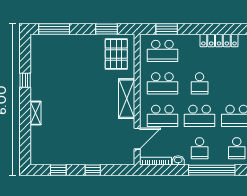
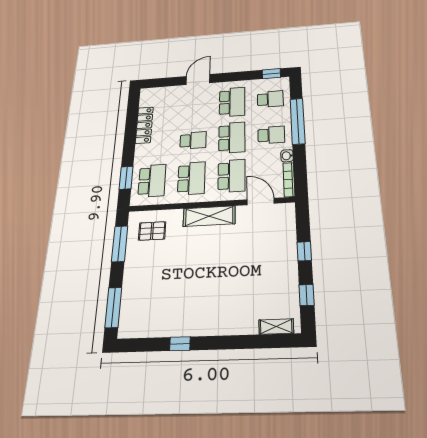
window: (106, 29) -> (120, 244), width x1.44
pallet: (116, 54) -> (152, 231), width x0.67, depth x0.71
shelving: (35, 113) -> (276, 327), moved

